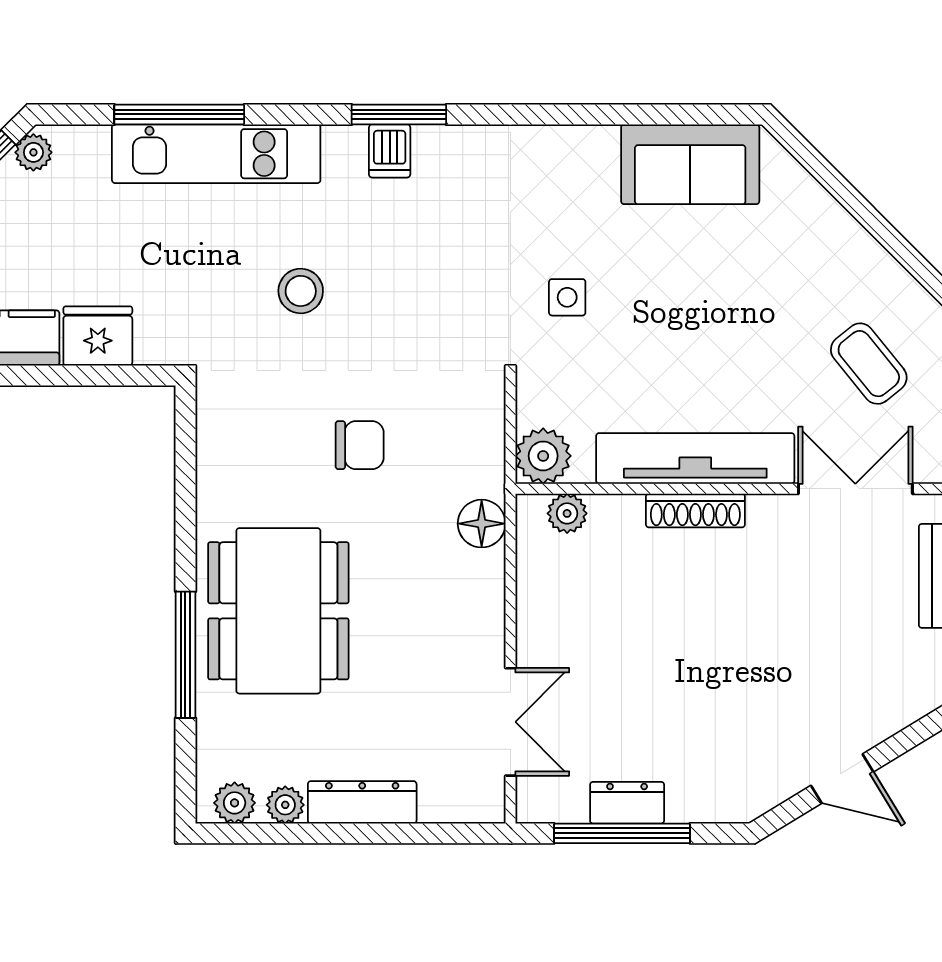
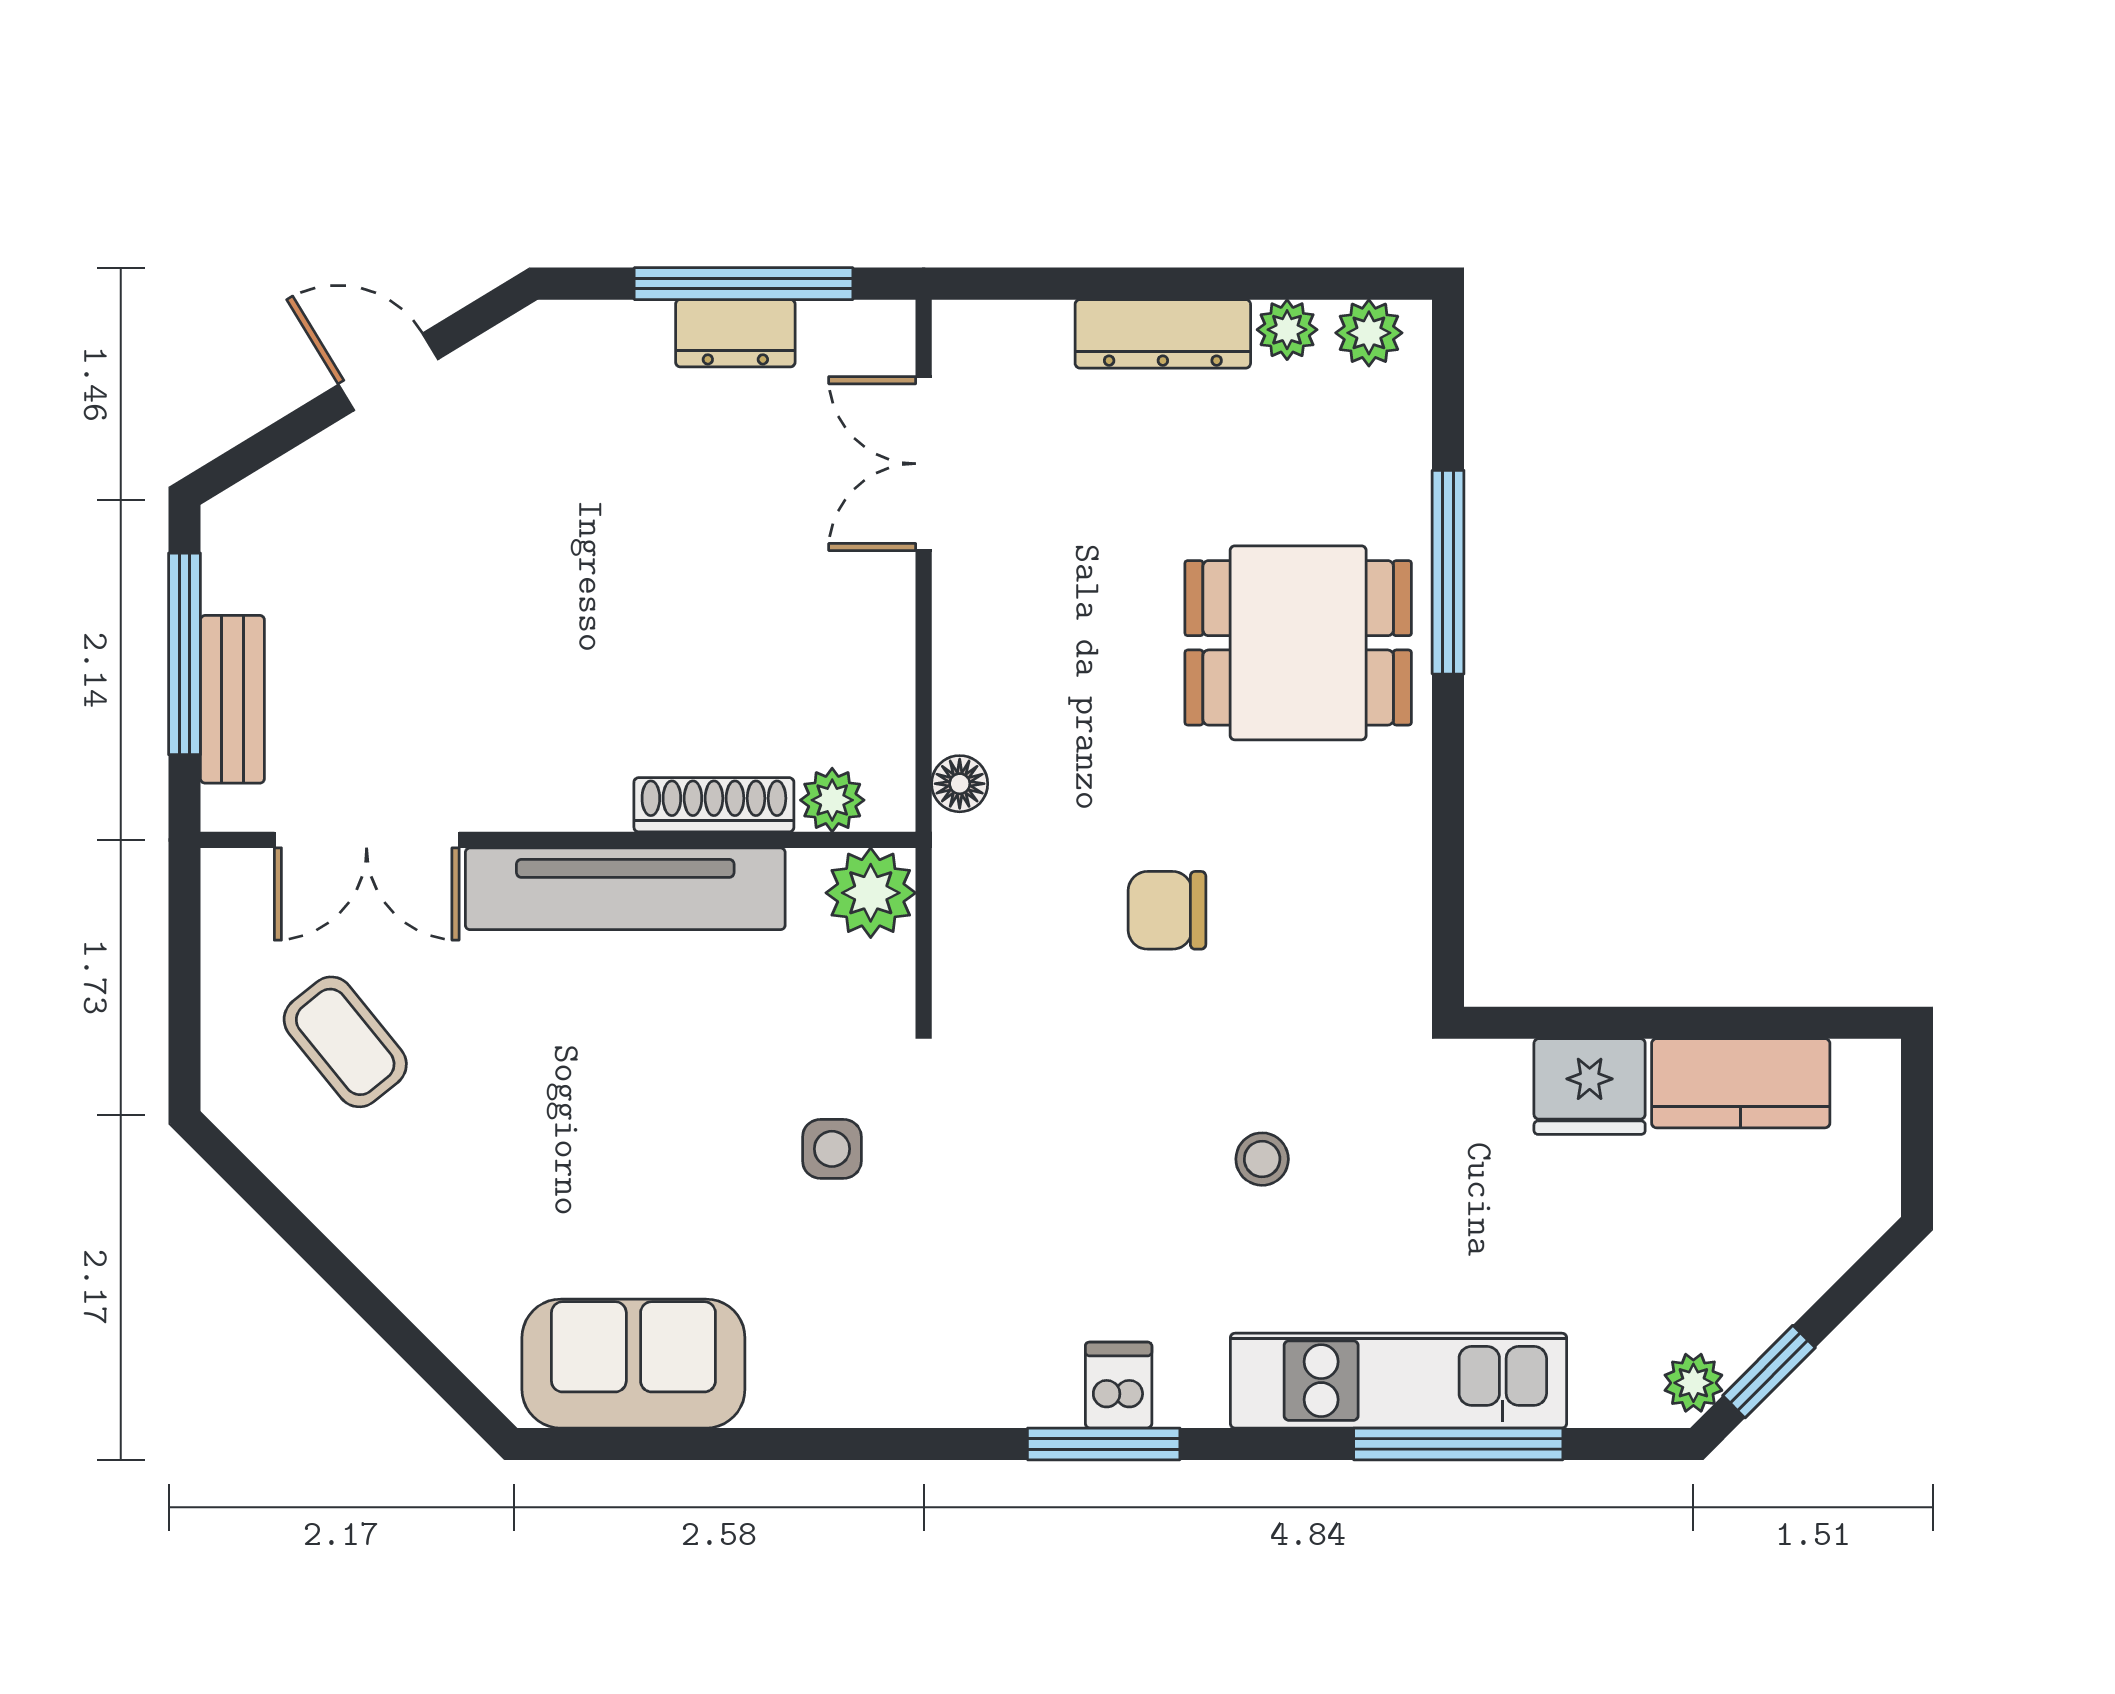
stool: (301, 291) -> (1262, 1159), width x0.73, depth x0.73
shoe rack: (695, 510) -> (714, 805), moved
floor lamp: (482, 524) -> (960, 784), width x0.73, depth x0.73
dining table: (278, 611) -> (1298, 643), width x0.73

